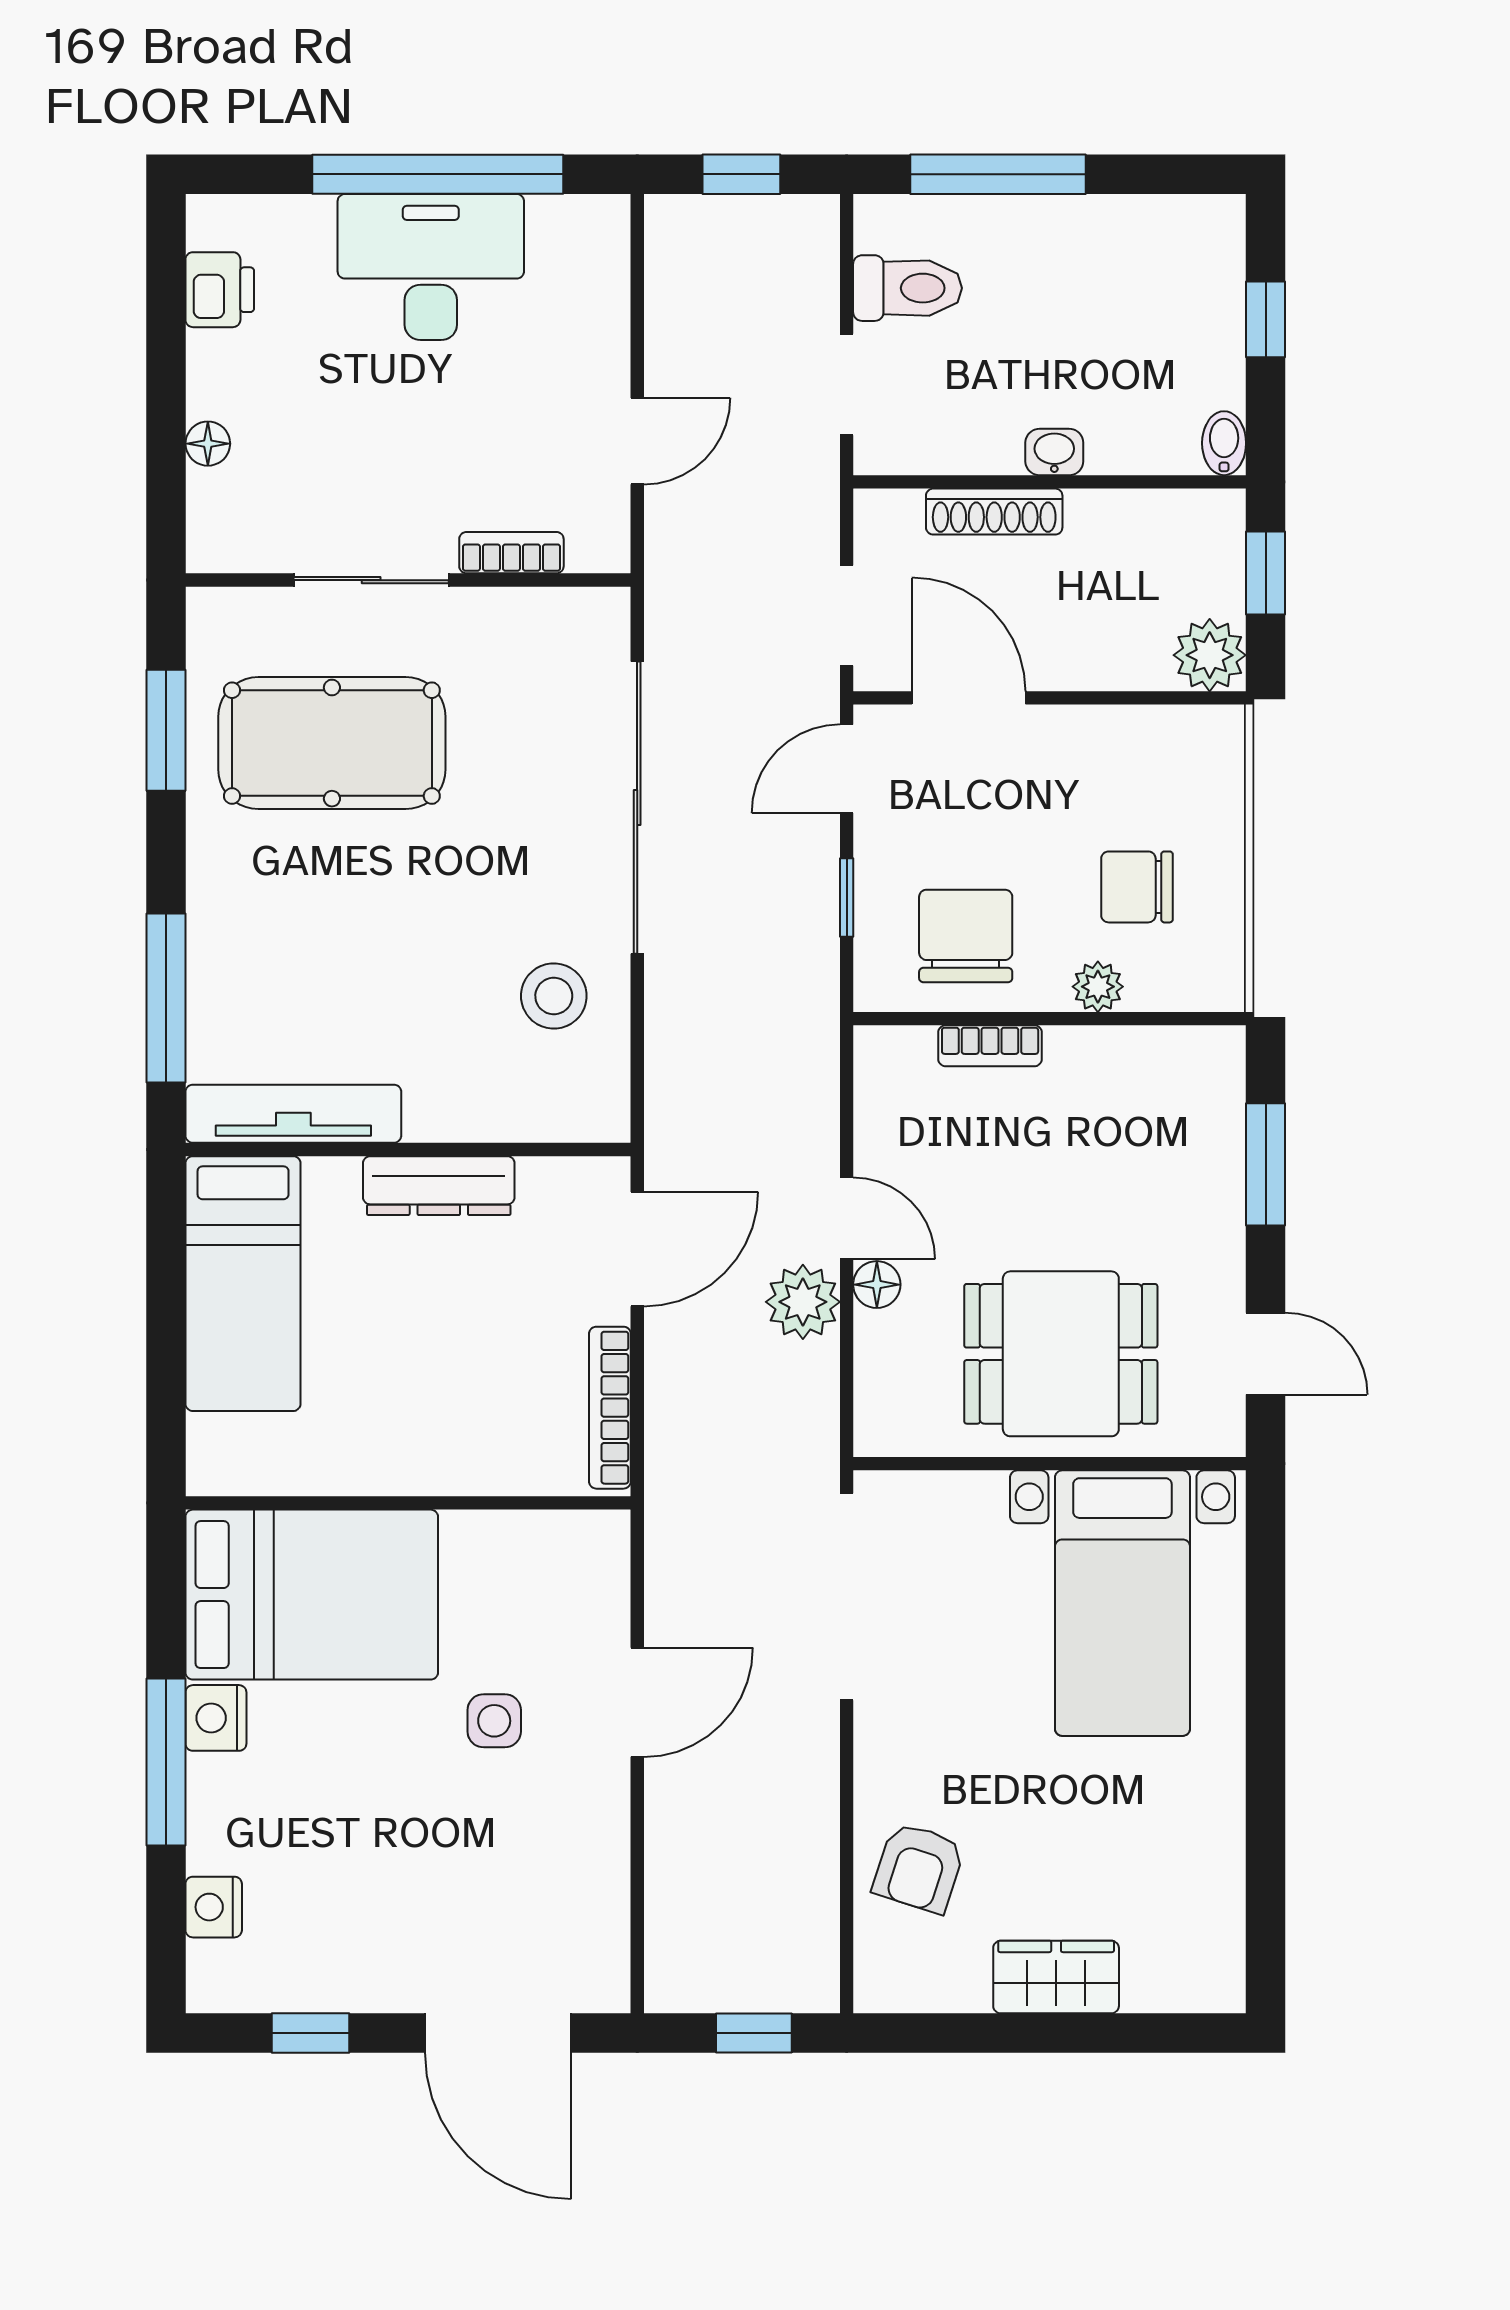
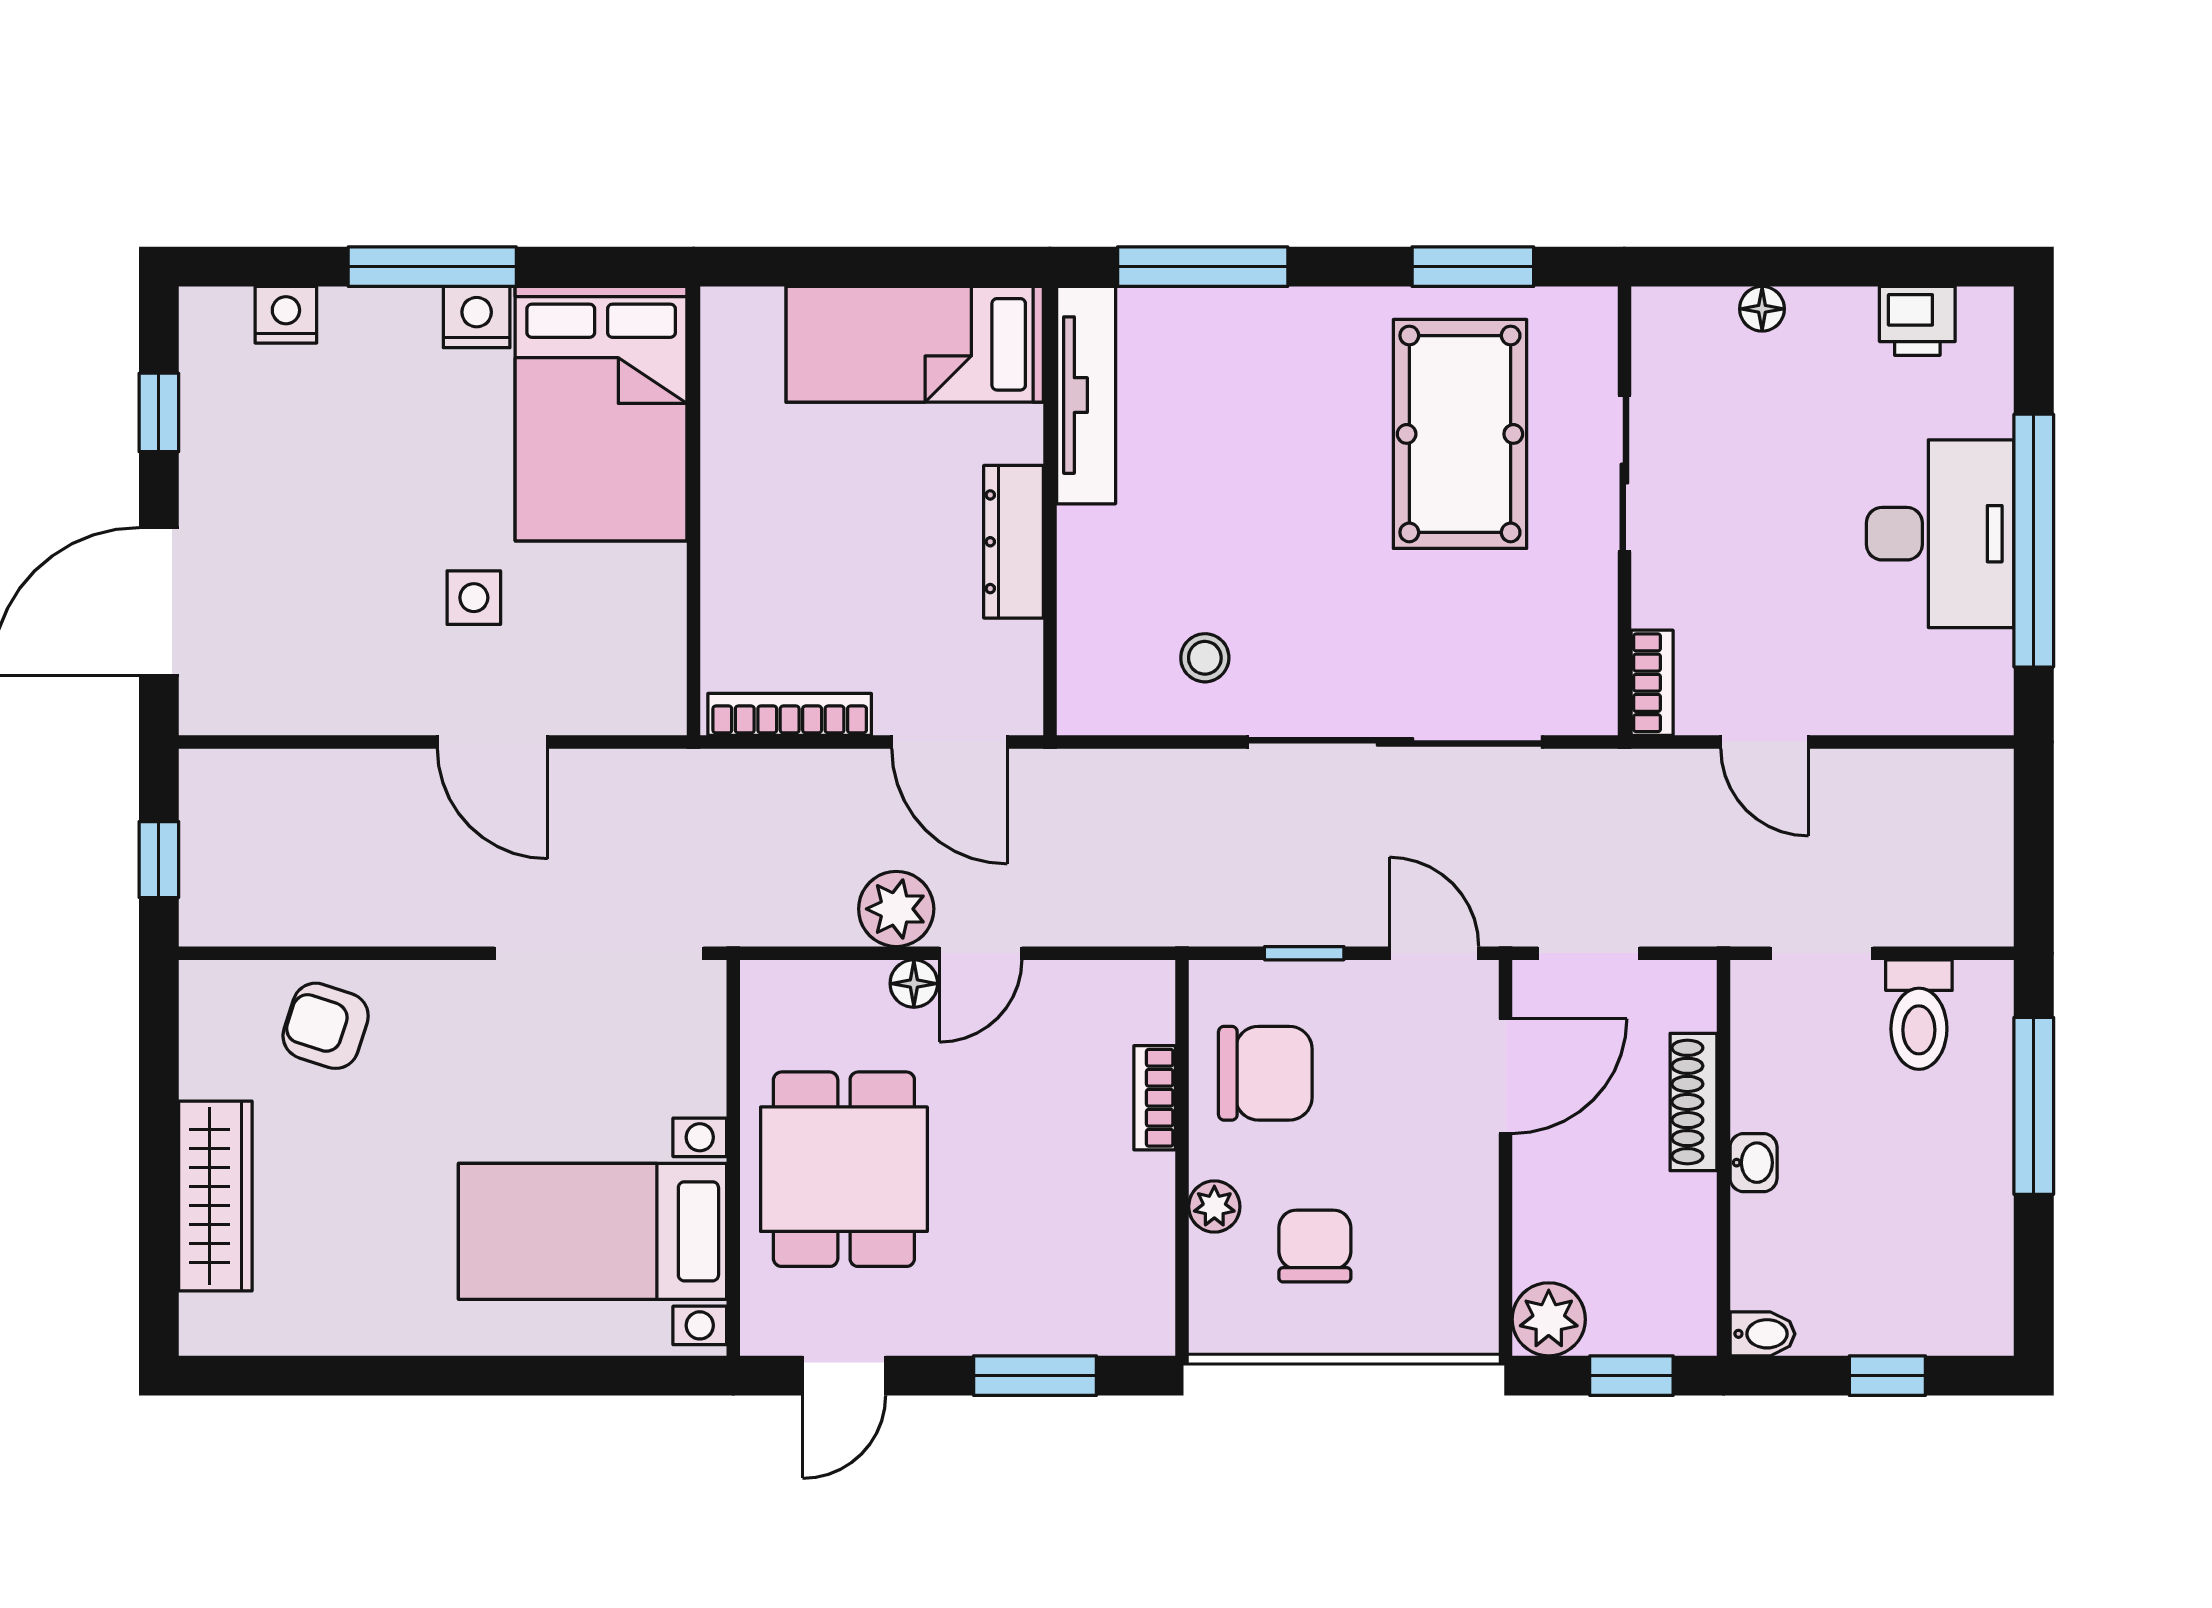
window: (741, 174) -> (2034, 847), removed
bookcase: (511, 553) -> (1652, 683), moved
stool: (554, 996) -> (1205, 658), width x0.73, depth x0.73
wardrobe: (1056, 1977) -> (215, 1196), width x1.50

